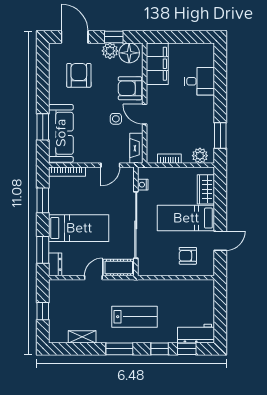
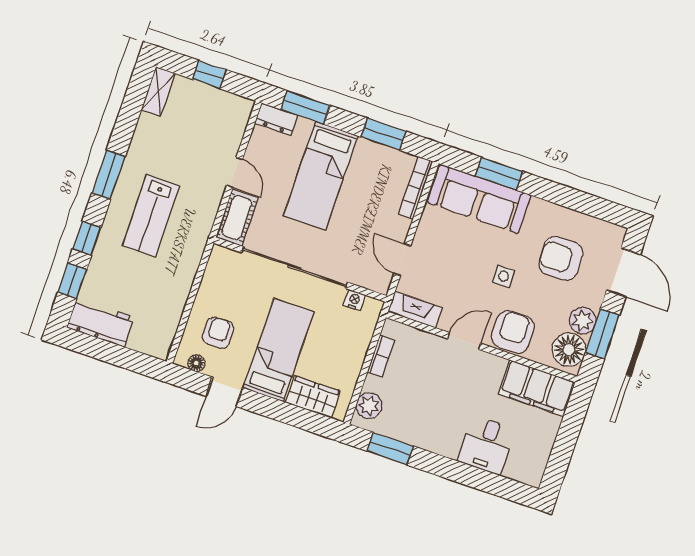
door: (75, 37) -> (623, 272), hinge flipped
window: (114, 37) -> (602, 334), width x1.50
armchair: (79, 75) -> (561, 258), turned 180
side table: (116, 119) -> (504, 276), moved
door: (220, 241) -> (224, 392), hinge flipped
floor lamp: (209, 262) -> (196, 363), added
workbench: (196, 334) -> (100, 323), moved, turned -90
shelving: (82, 337) -> (158, 92), moved

